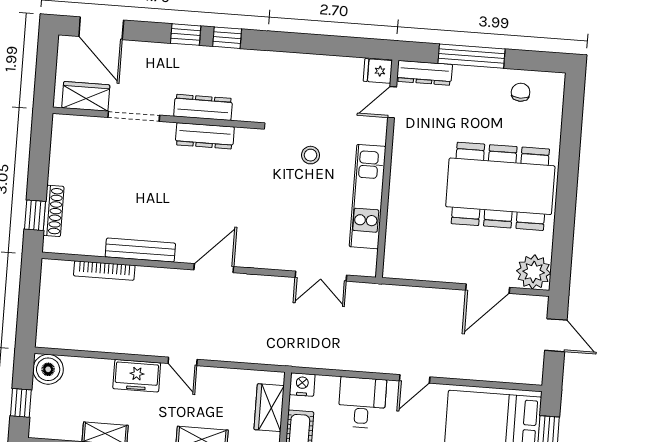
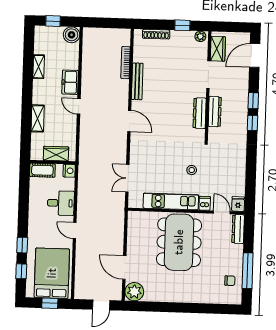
window: (472, 56) -> (248, 271), moved
plant: (61, 128) -> (200, 36), added
dishwasher: (374, 133) -> (205, 203), added
dining table: (500, 186) -> (179, 242), moved
window: (35, 215) -> (182, 25), moved
door: (183, 361) -> (79, 106), hinge flipped

